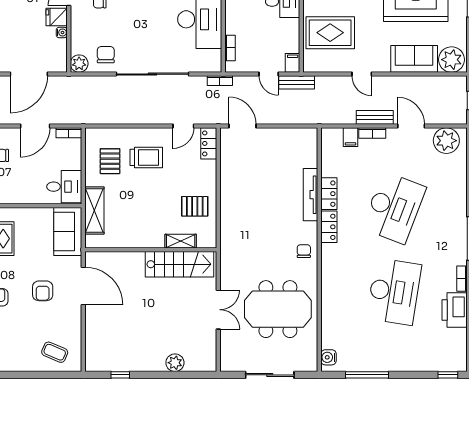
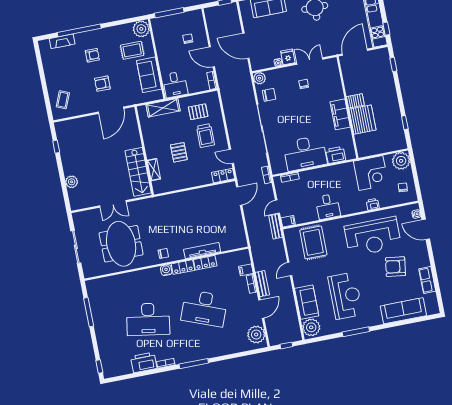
pallet: (195, 206) -> (179, 152), moved
sofa: (68, 232) -> (149, 75), moved, turned -90
water cooler: (328, 357) -> (166, 270), moved

